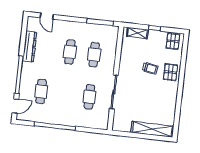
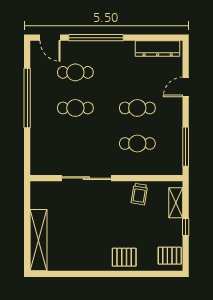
door: (47, 16) -> (186, 87), moved
dresser: (30, 47) -> (158, 49), moved
trolley: (150, 68) -> (139, 194), moved
cafe table: (89, 97) -> (75, 108), moved

